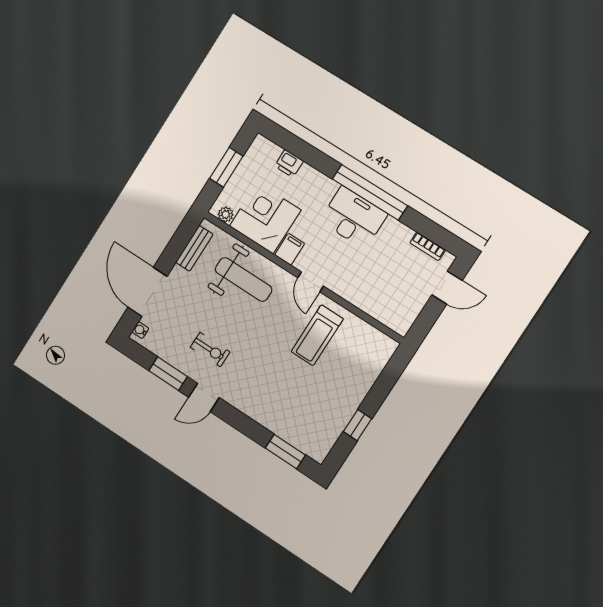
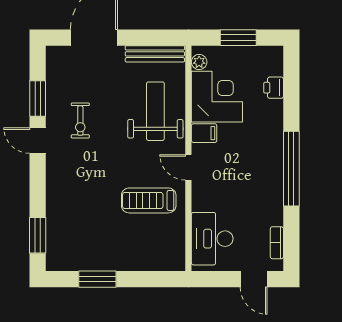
desk: (353, 218) -> (212, 239), moved, turned 180
bench: (194, 248) -> (155, 54), width x1.36
weight bench: (244, 279) -> (155, 111), turned 180
door: (311, 282) -> (188, 167), hinge flipped
water cooler: (140, 330) -> (58, 52), removed
window: (357, 425) -> (97, 279), width x1.50

